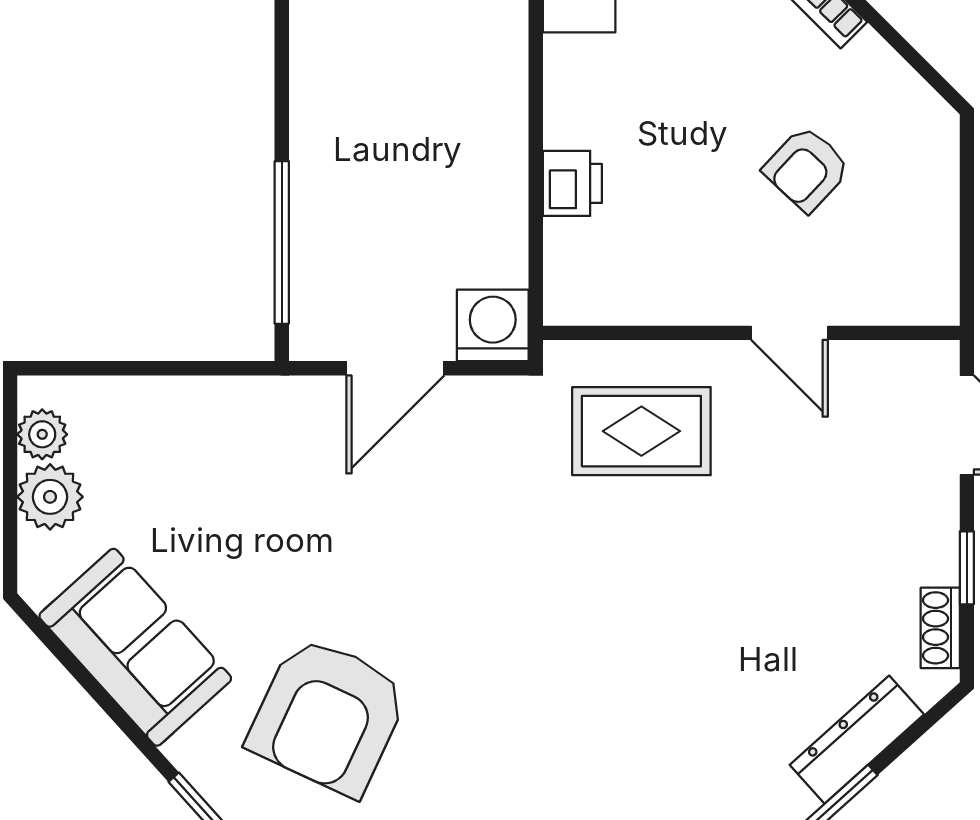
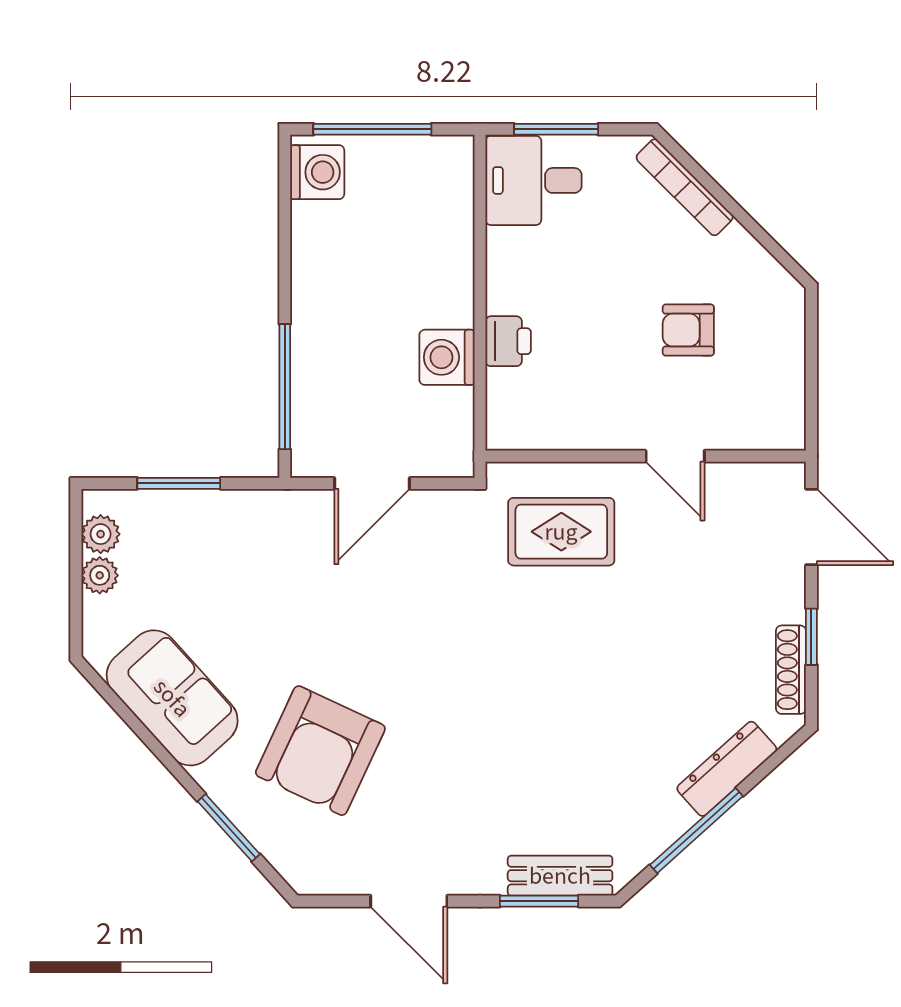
armchair: (807, 169) -> (688, 330), turned 47
washing machine: (493, 325) -> (447, 357), moved, turned -90
window: (144, 368) -> (179, 483), added
plant: (50, 497) -> (100, 575), width x0.73, depth x0.73
shoe rack: (940, 628) -> (791, 670), width x1.43

